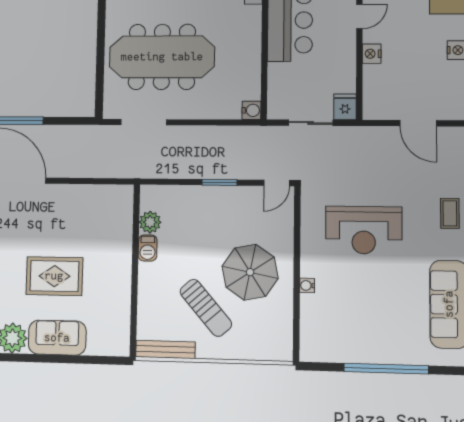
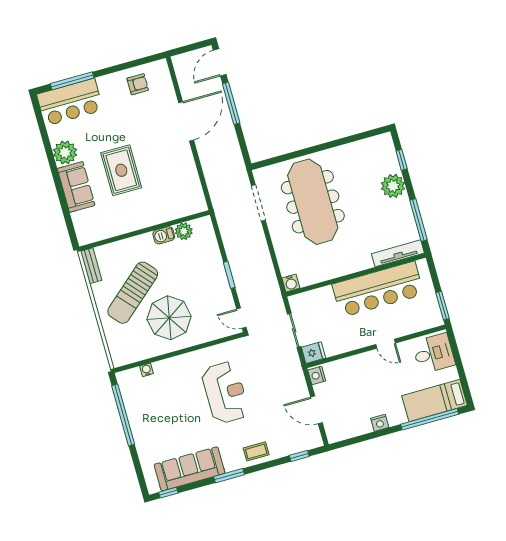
nightstand: (372, 54) -> (317, 375), moved, turned -90
door: (418, 123) -> (317, 410), hinge flipped
reception desk: (364, 230) -> (225, 392), turned 180
water cooler: (307, 285) -> (147, 370), moved
sun lounger: (206, 308) -> (133, 293), width x1.36, depth x1.34
bench: (165, 349) -> (91, 266), width x0.73
window: (386, 369) -> (123, 415), moved

